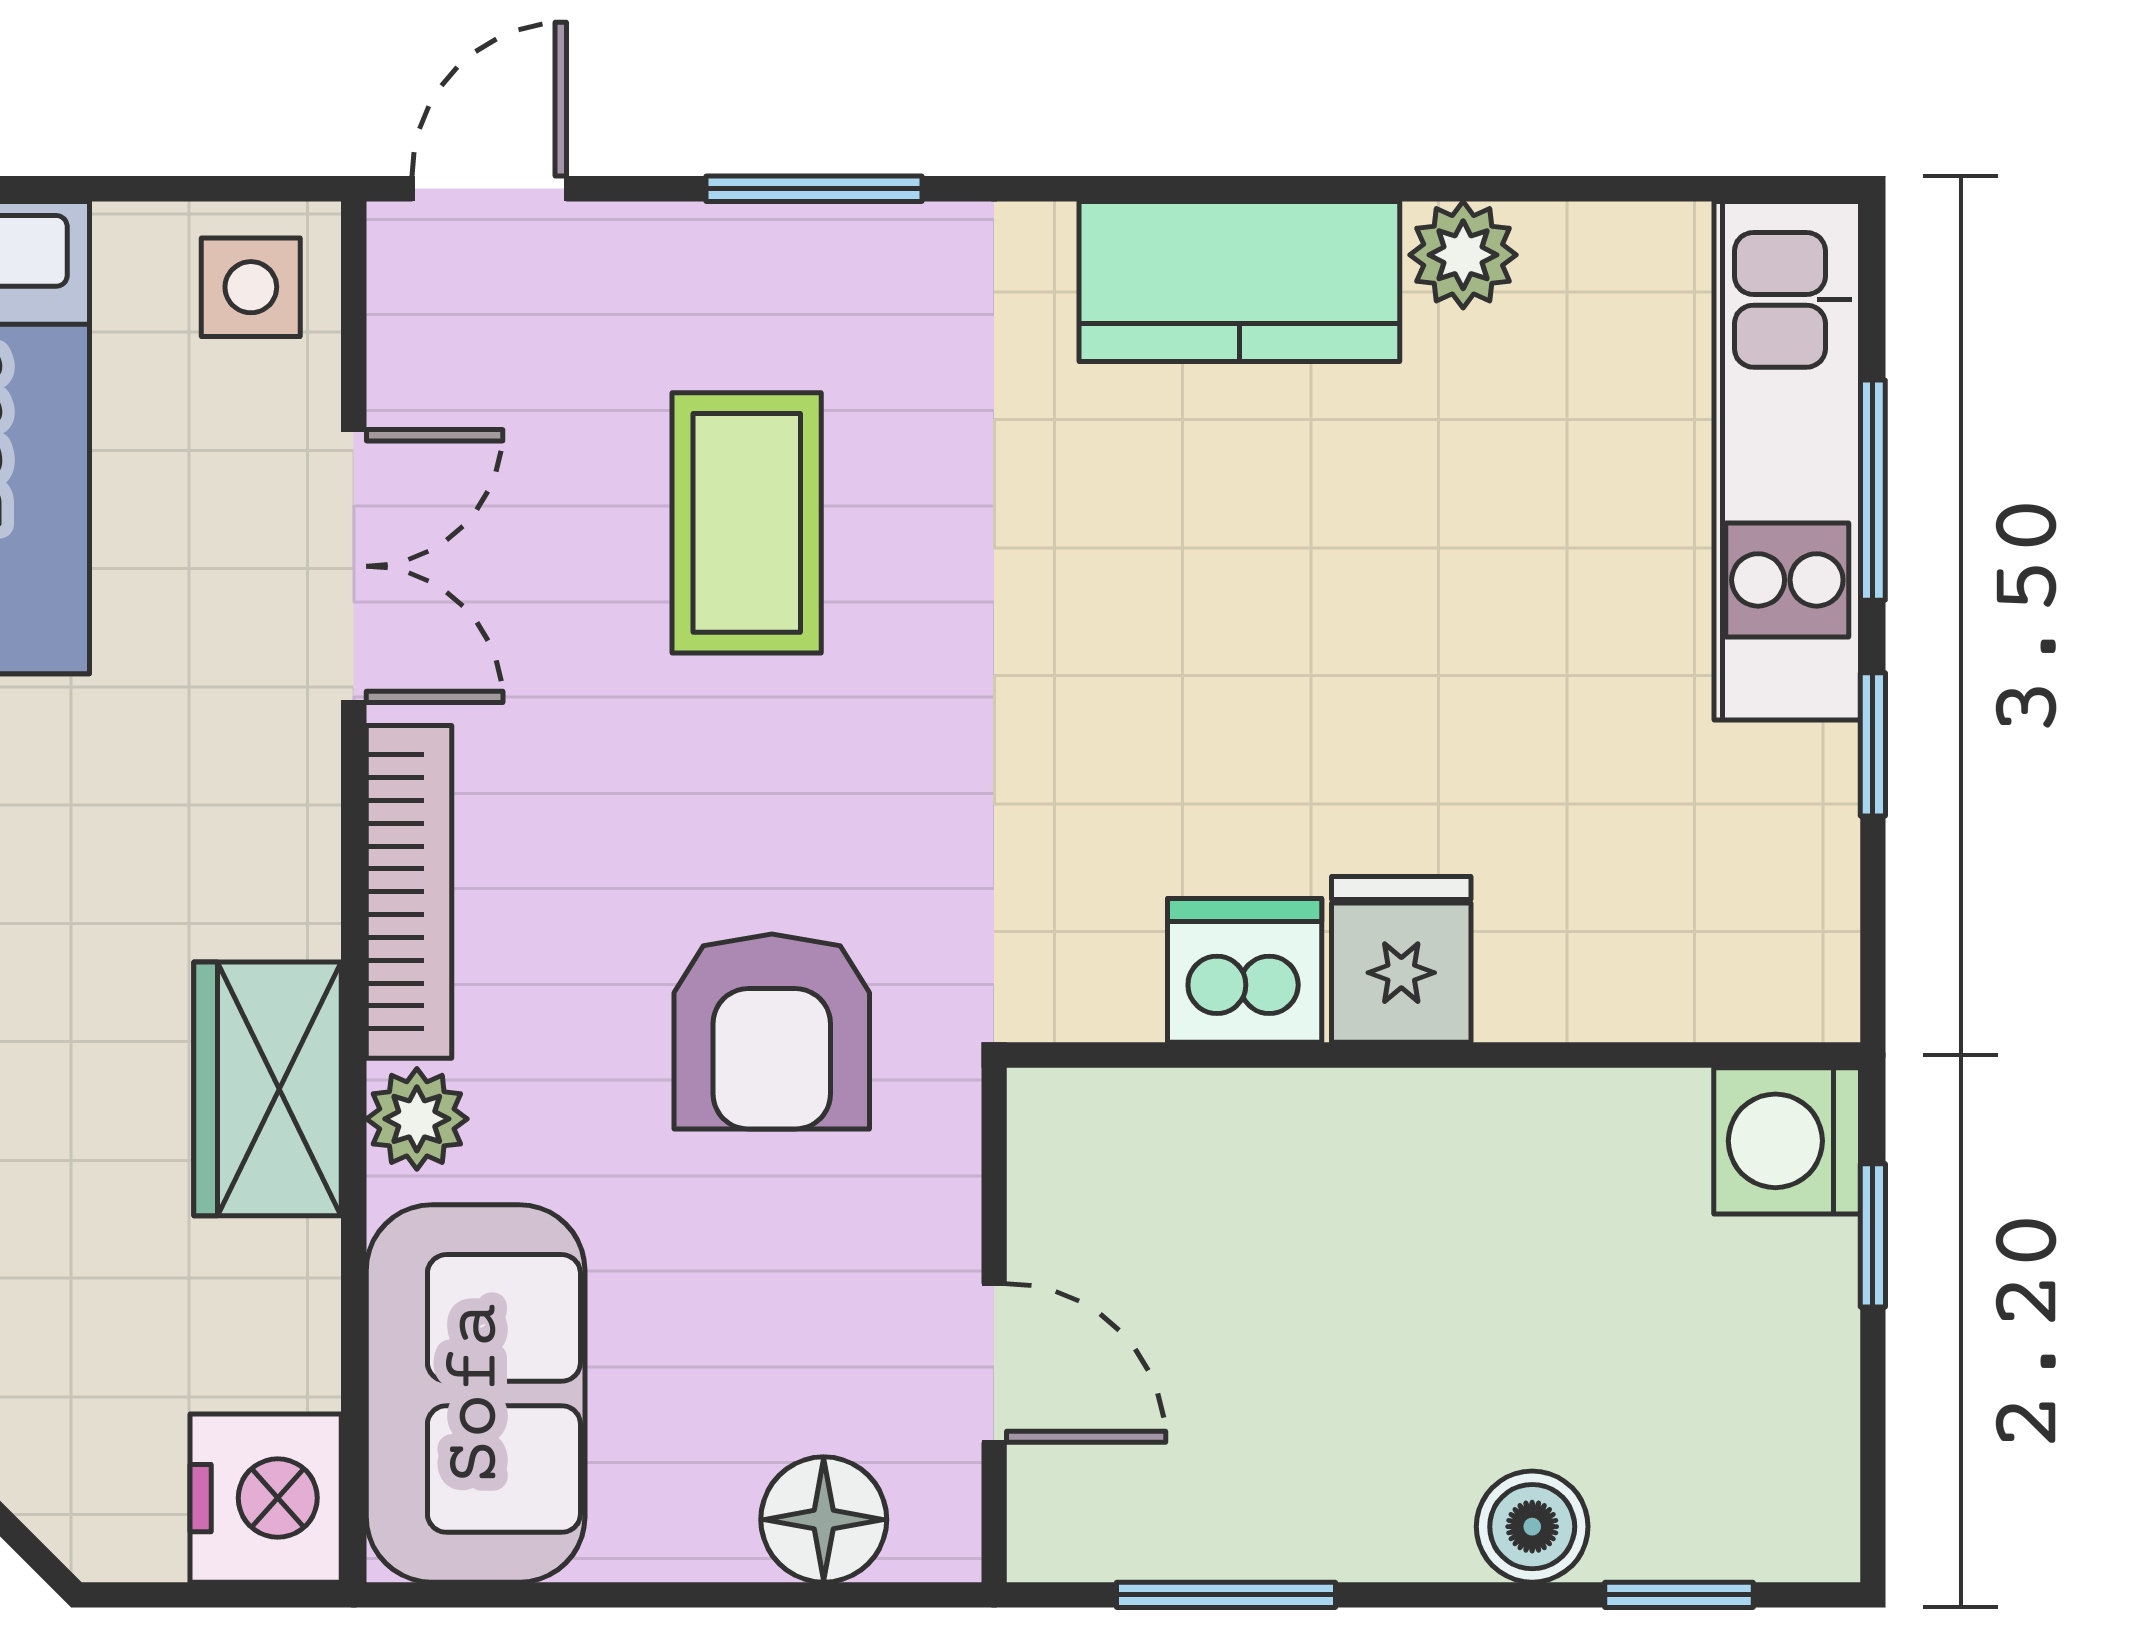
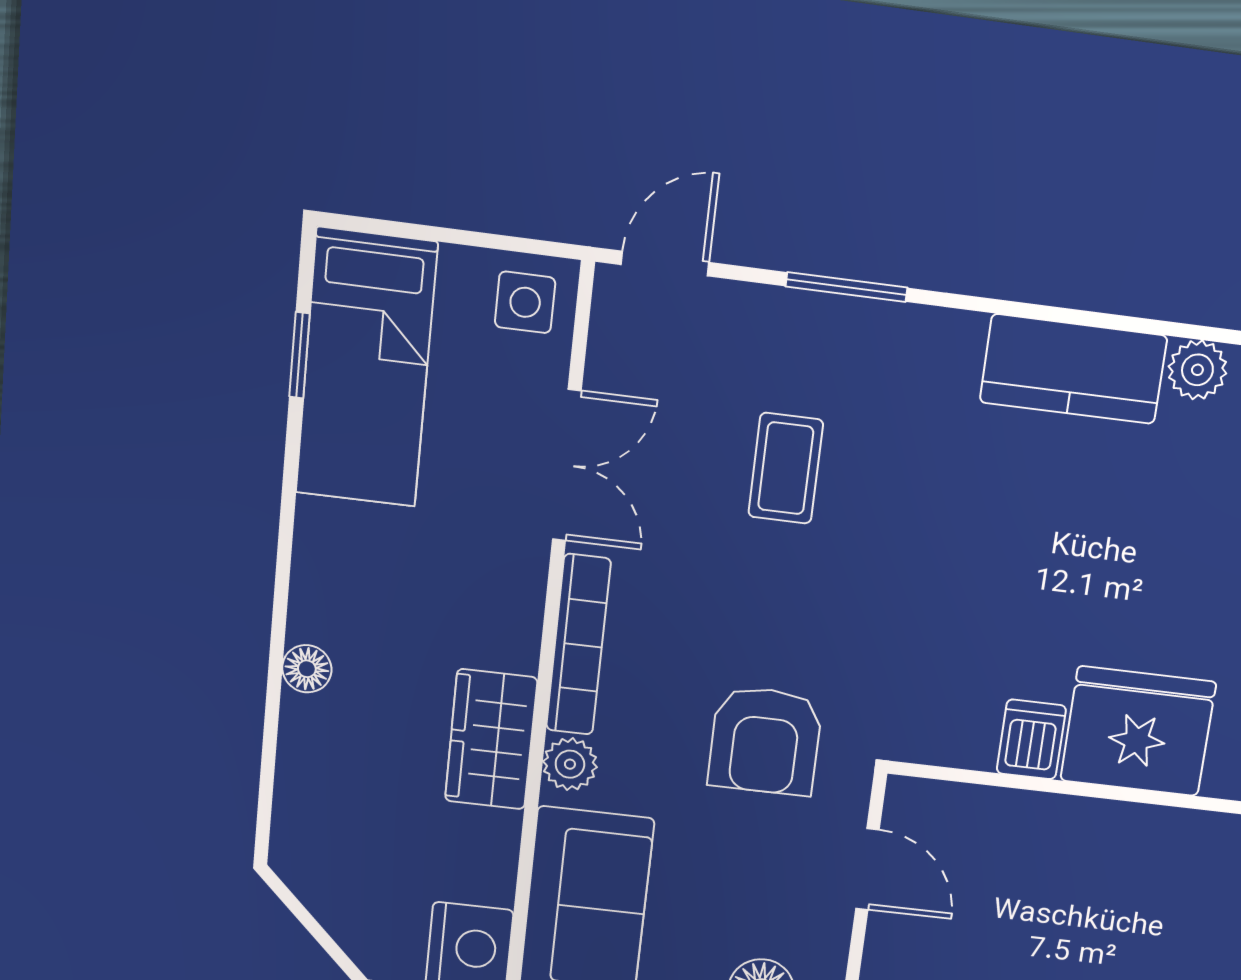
coffee table: (747, 523) -> (786, 468), width x0.73, depth x0.77
fridge: (1401, 959) -> (1138, 731), width x1.88, depth x1.34
dishwasher: (1245, 970) -> (1031, 739), width x0.73
door: (994, 1363) -> (867, 869), moved

